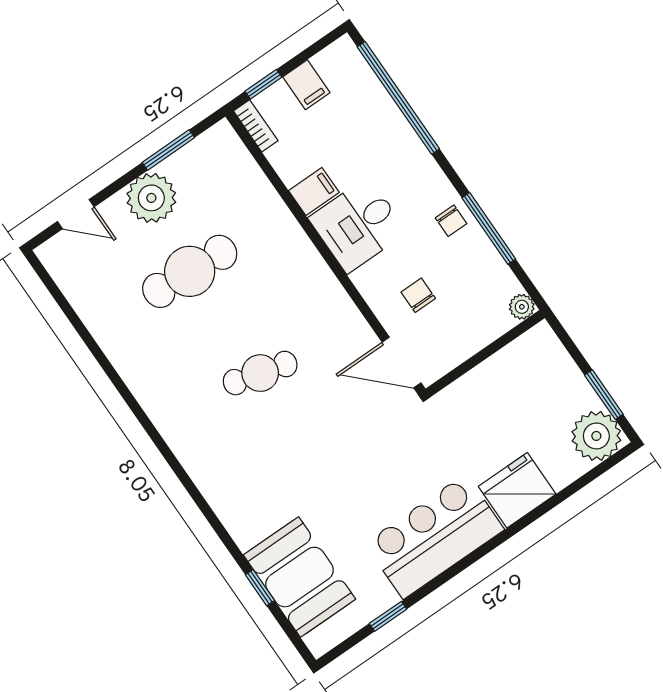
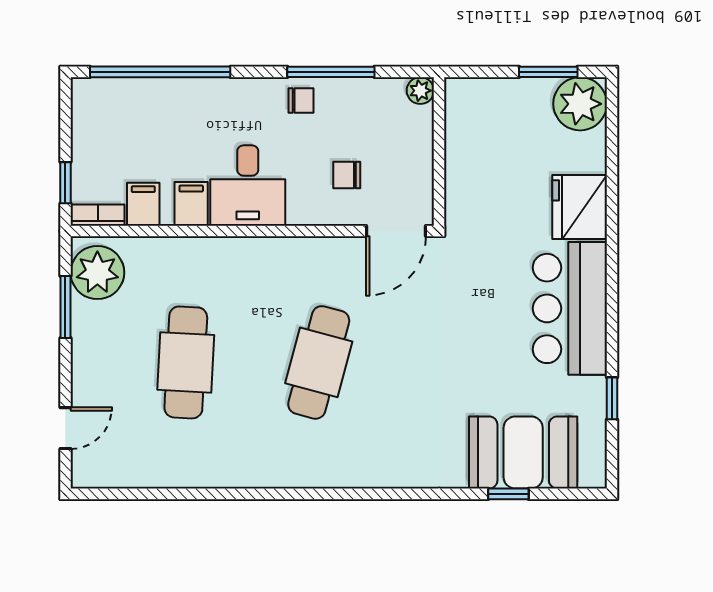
filing cabinet: (306, 85) -> (143, 204), moved, turned -90
plant: (151, 198) -> (97, 273), moved
cafe table: (260, 373) -> (319, 362), width x1.37, depth x1.35

